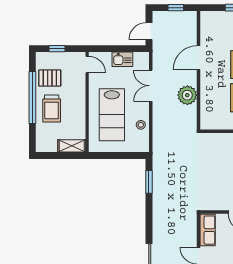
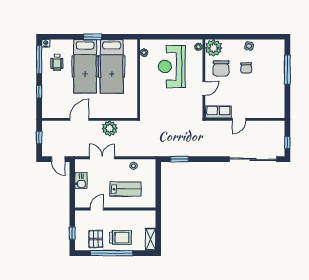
door: (198, 58) -> (79, 119), swing flipped
door: (87, 65) -> (97, 209), moved
double door: (151, 86) -> (102, 158), swing flipped
lab bench: (112, 115) -> (125, 189), width x0.73, depth x0.72
shelving: (72, 146) -> (151, 239), moved

